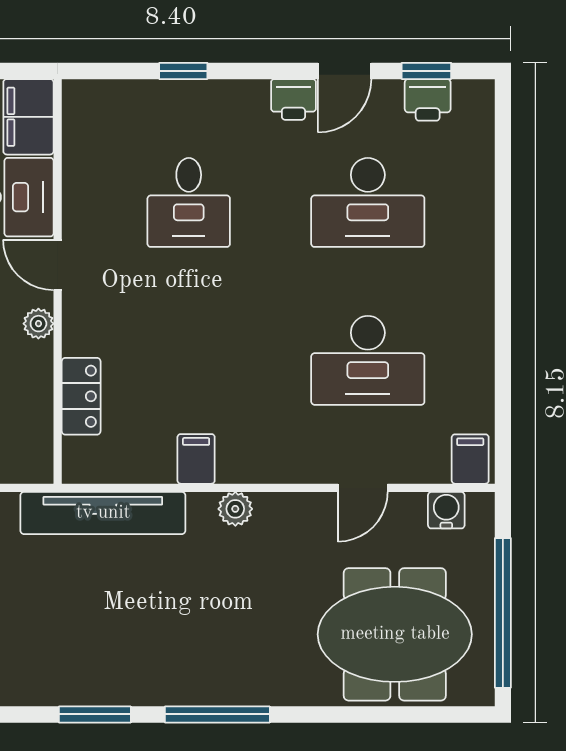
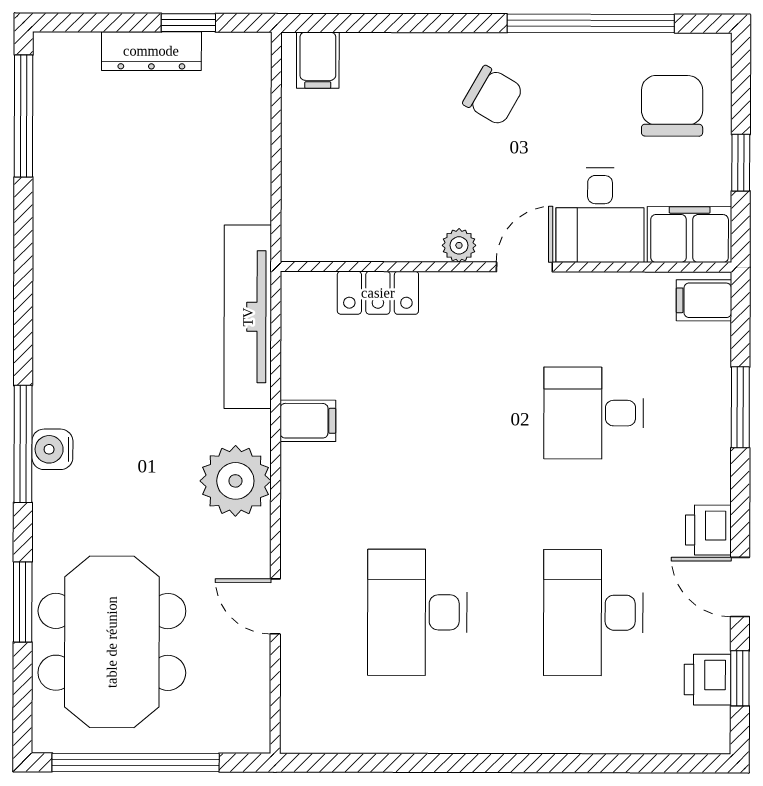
window: (183, 71) -> (740, 407), width x1.50
filing cabinet: (470, 459) -> (704, 300), moved, turned 180
plant: (235, 509) -> (235, 481), width x1.88, depth x1.88
water cooler: (446, 510) -> (52, 449), moved, turned 180
window: (95, 714) -> (23, 602), moved

